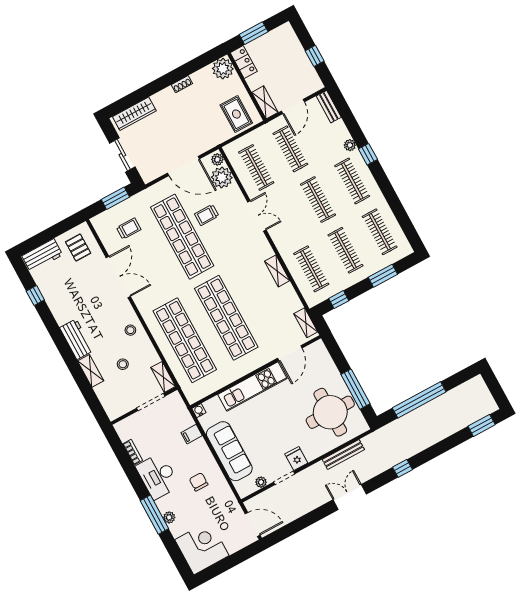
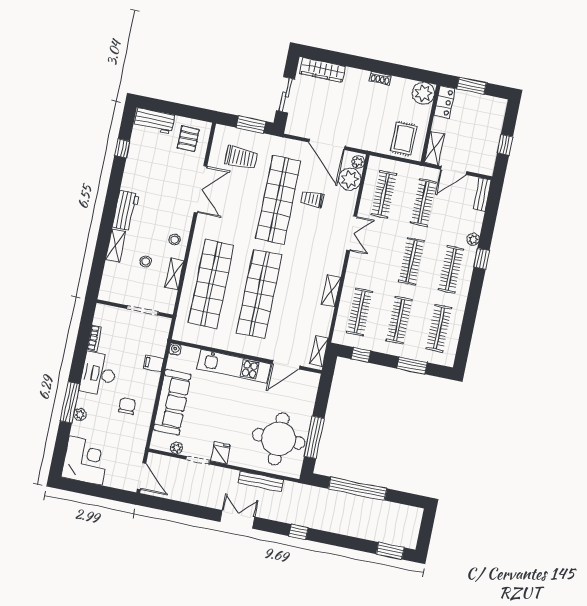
trolley: (129, 229) -> (241, 158), width x1.36, depth x1.39
shelving: (163, 377) -> (174, 274), moved

